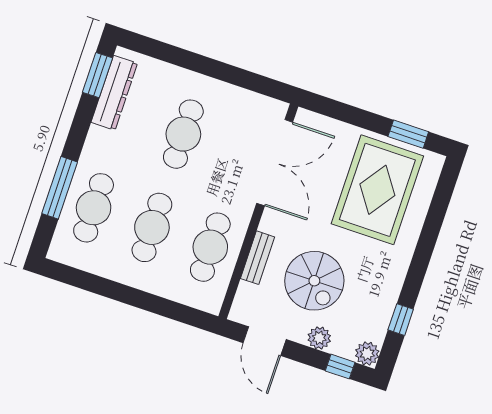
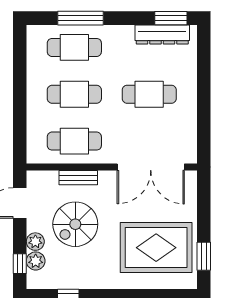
plant: (367, 354) -> (36, 261), moved

